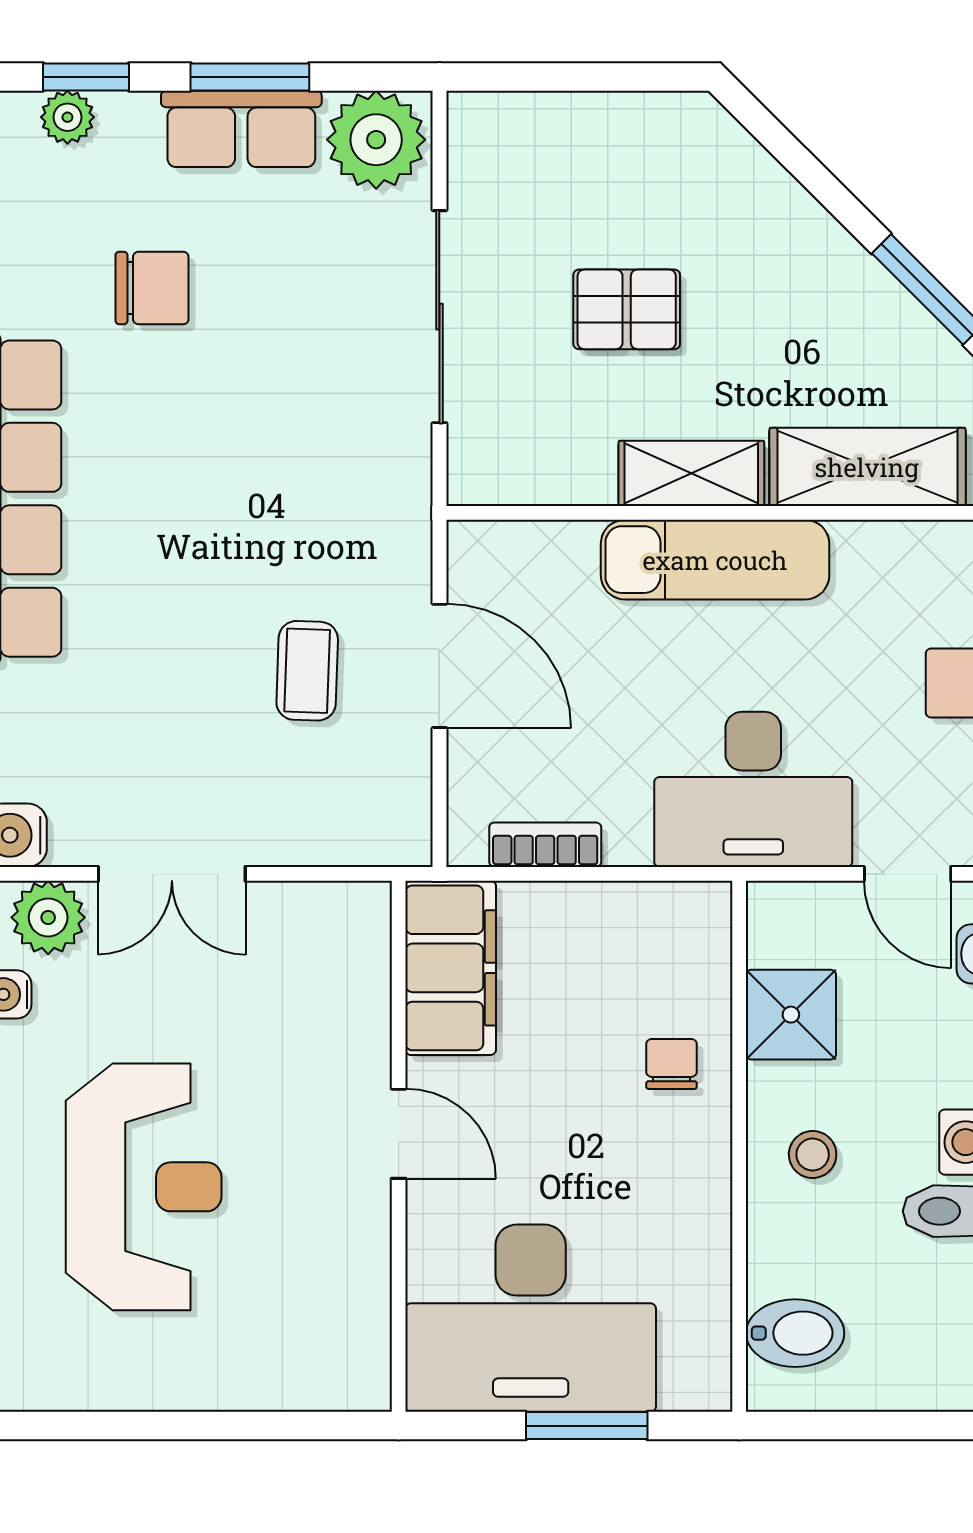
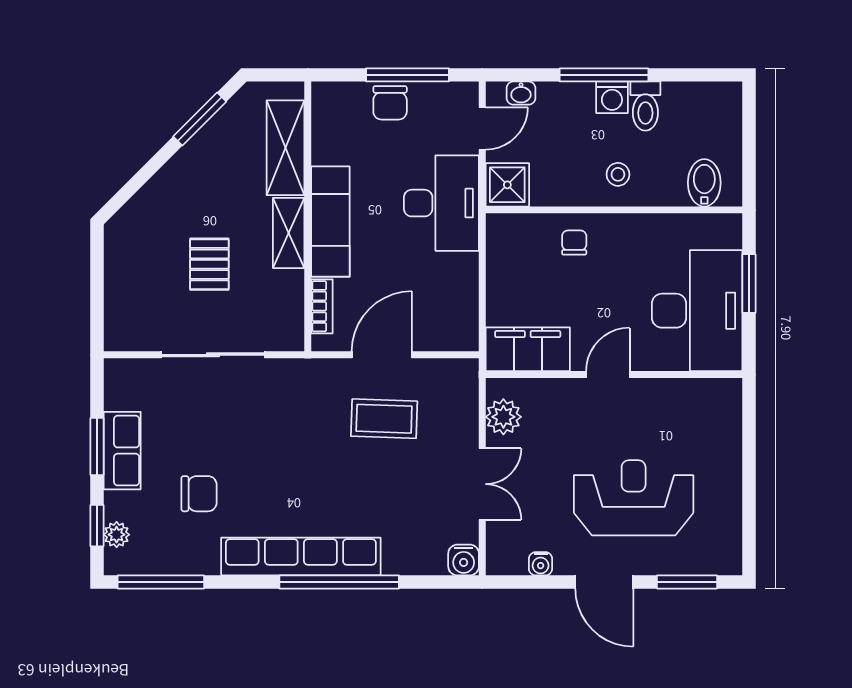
plant: (376, 140) -> (127, 385), removed
chair: (152, 288) -> (199, 494), turned 90
coffee table: (307, 671) -> (384, 419), width x1.36, depth x1.30
bookcase: (545, 845) -> (322, 306), moved, turned 180
plant: (48, 917) -> (503, 417), moved
shower: (791, 1015) -> (507, 185), moved
chair: (671, 1064) -> (574, 243), turned 90

